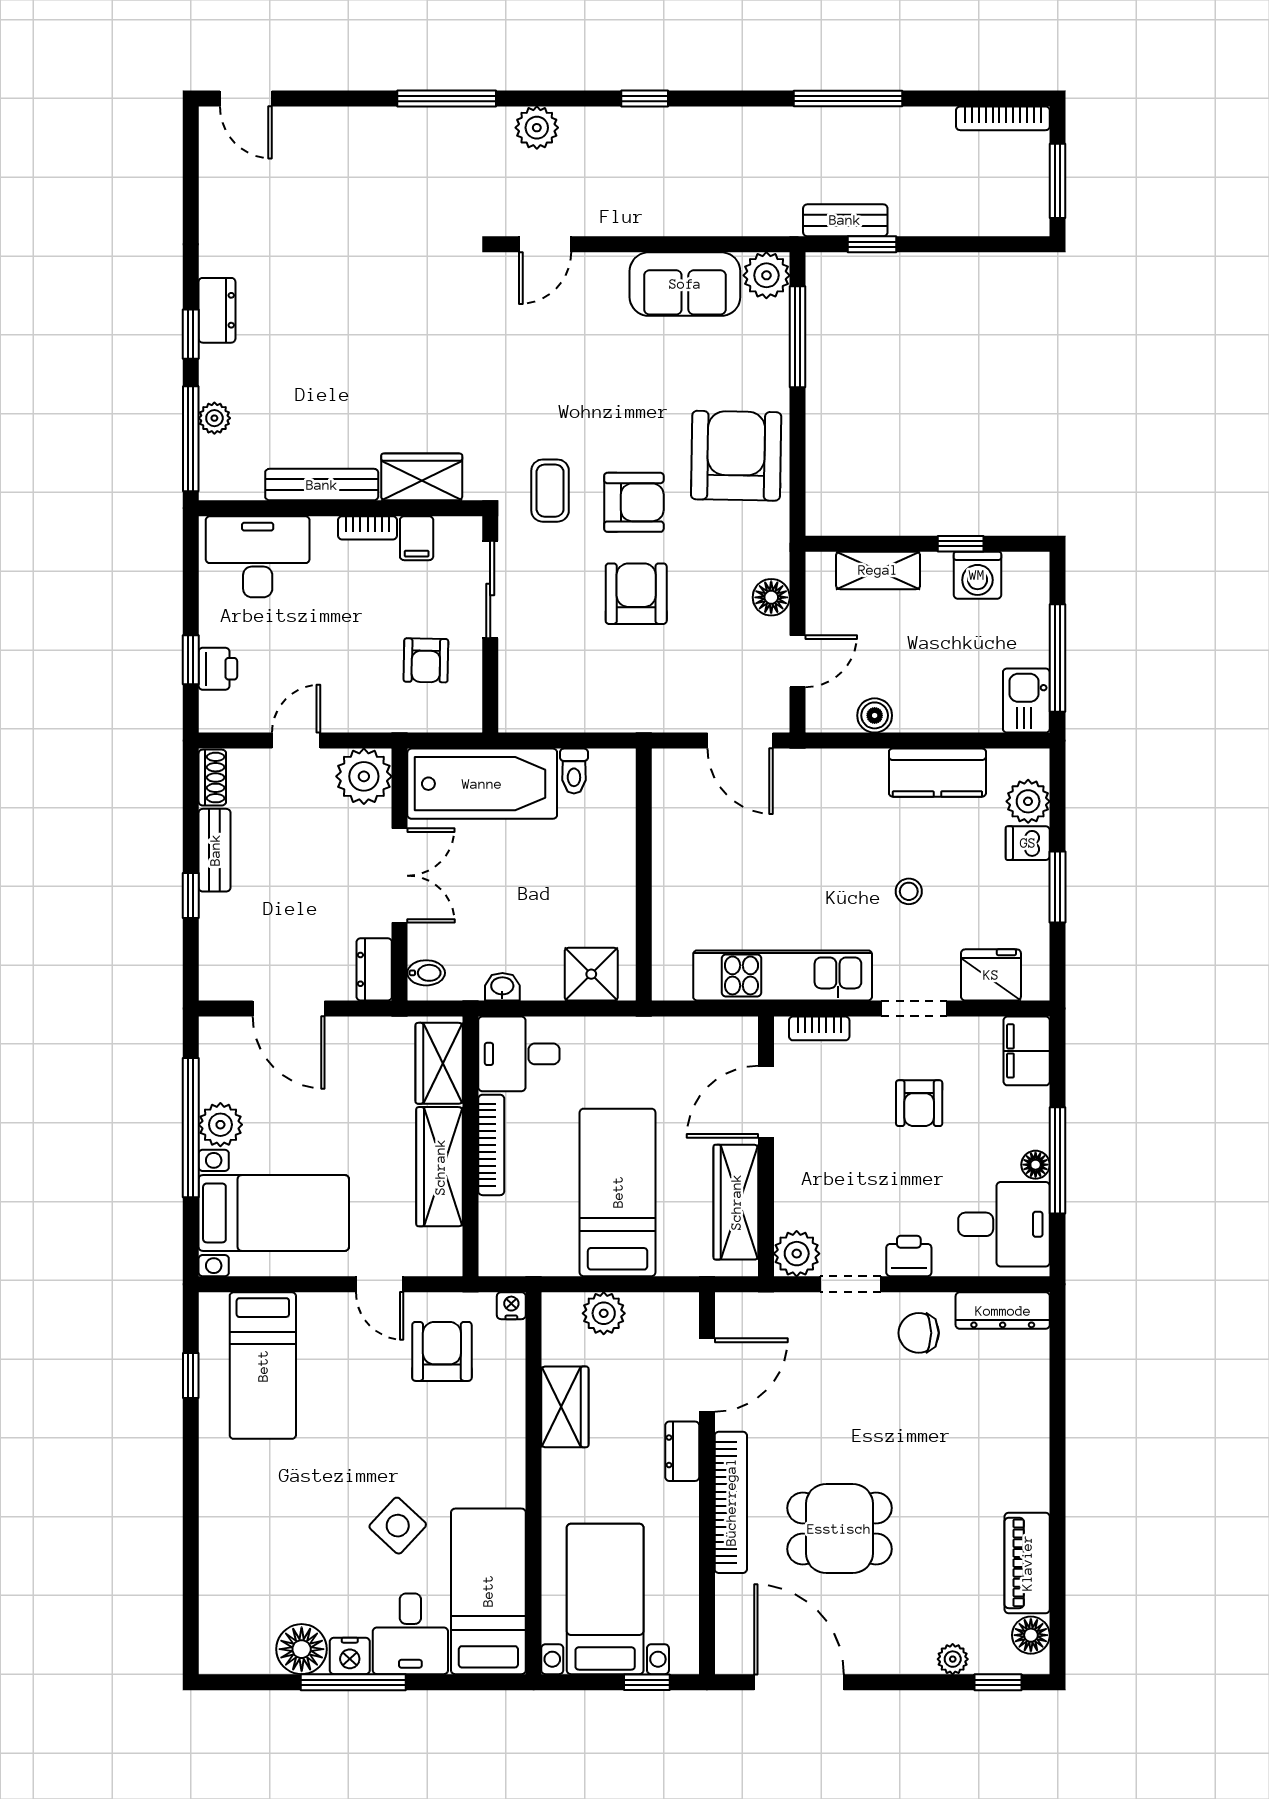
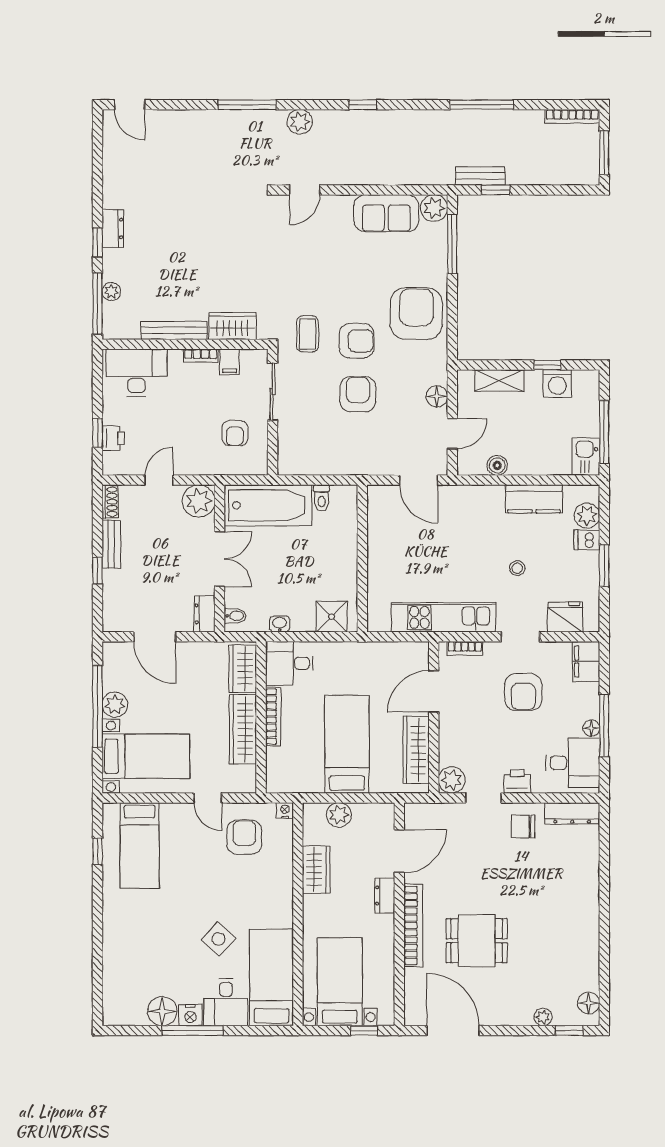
armchair: (919, 1103) -> (523, 692), width x1.38, depth x1.38
piano: (1027, 1563) -> (586, 961), removed

